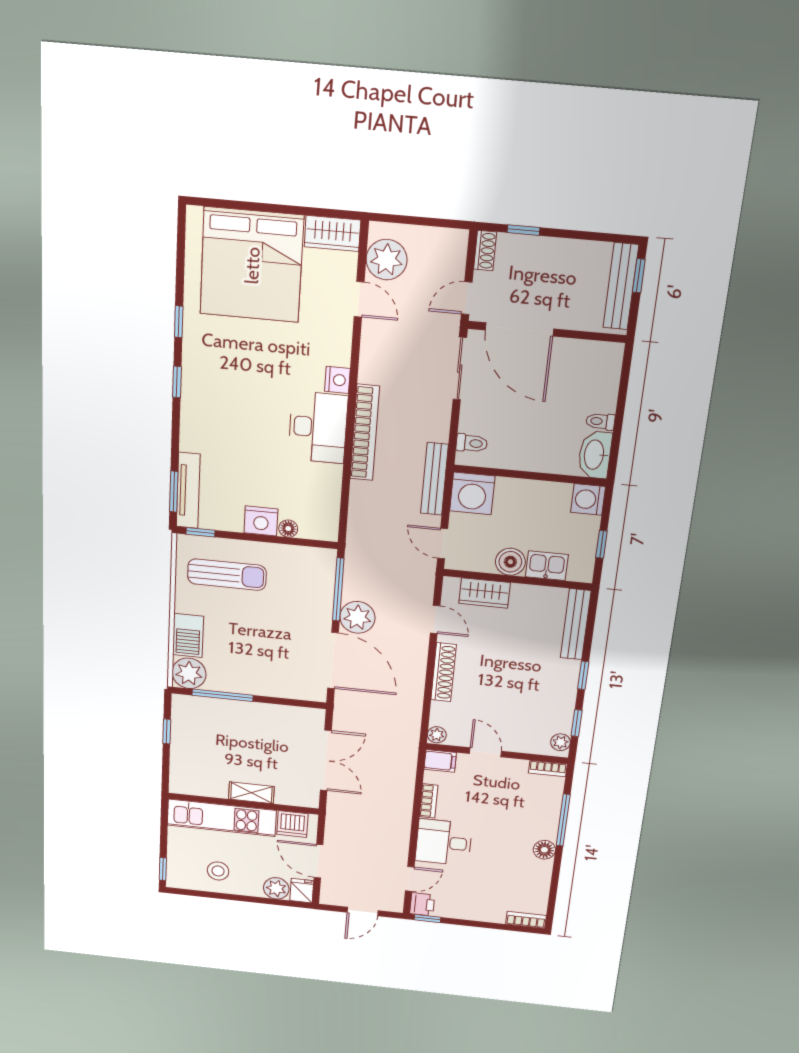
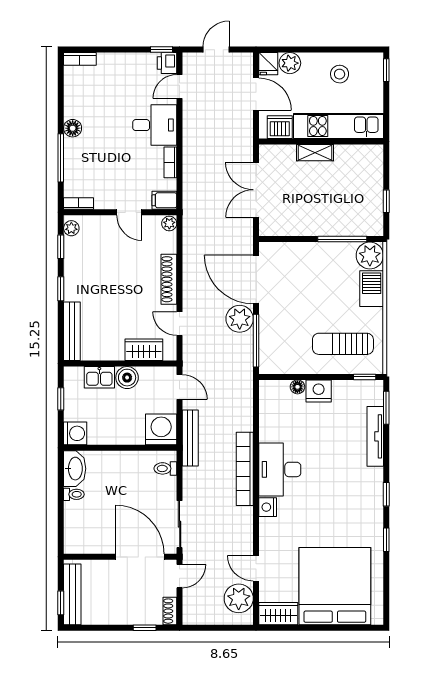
tv unit: (188, 491) -> (375, 436), moved

